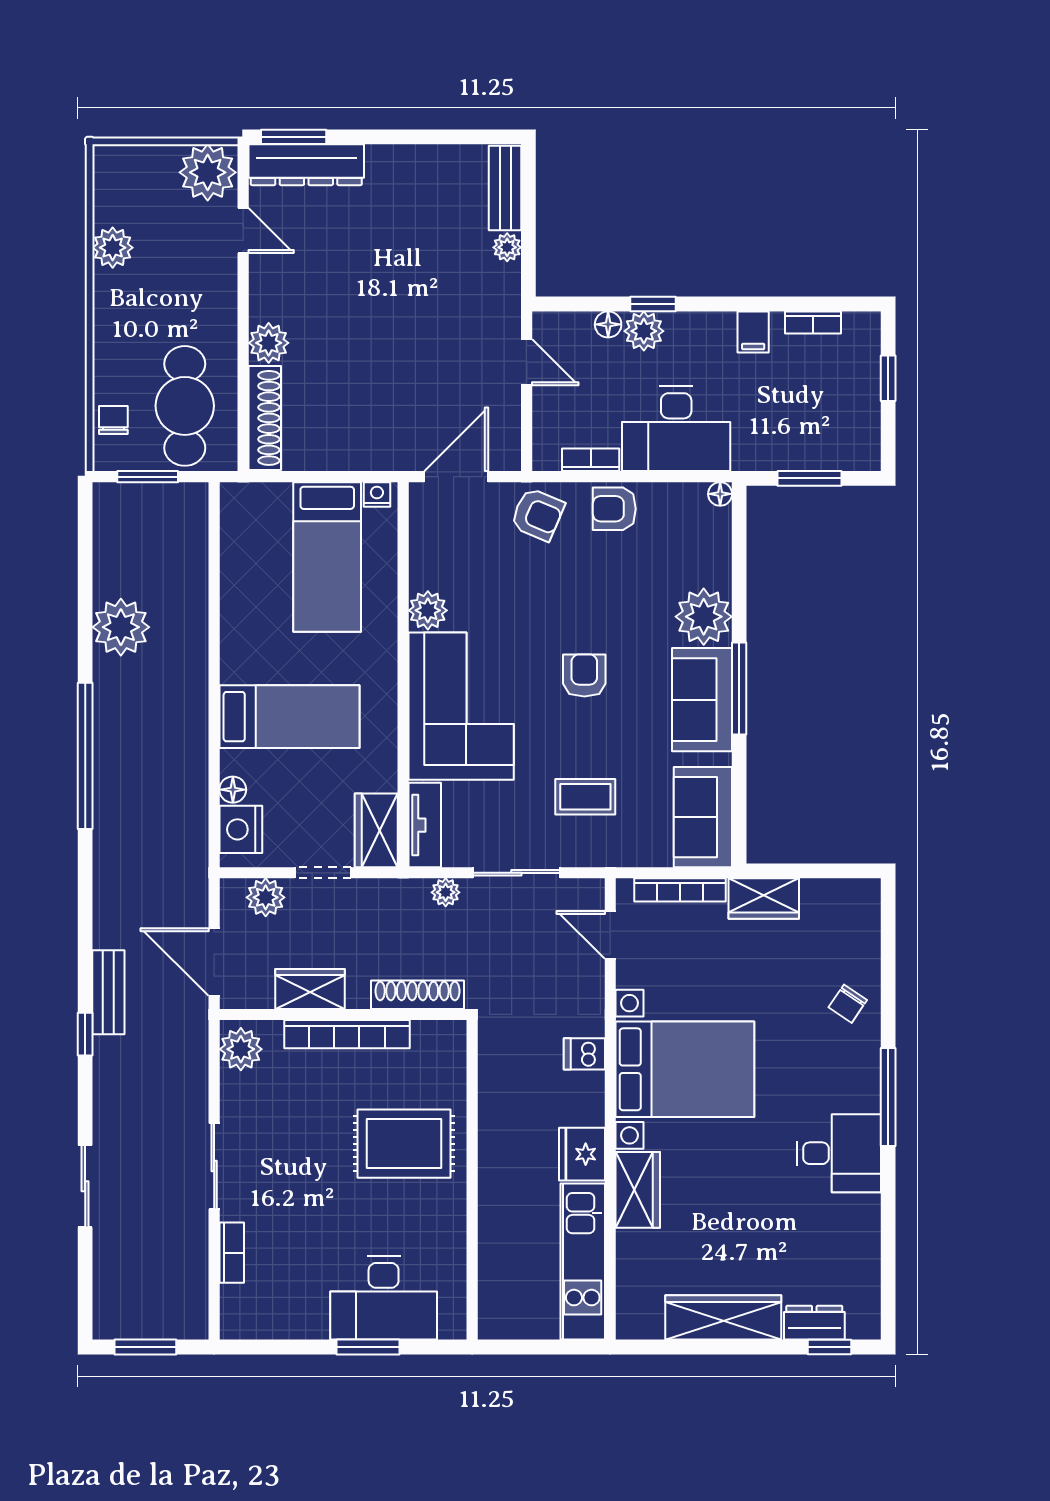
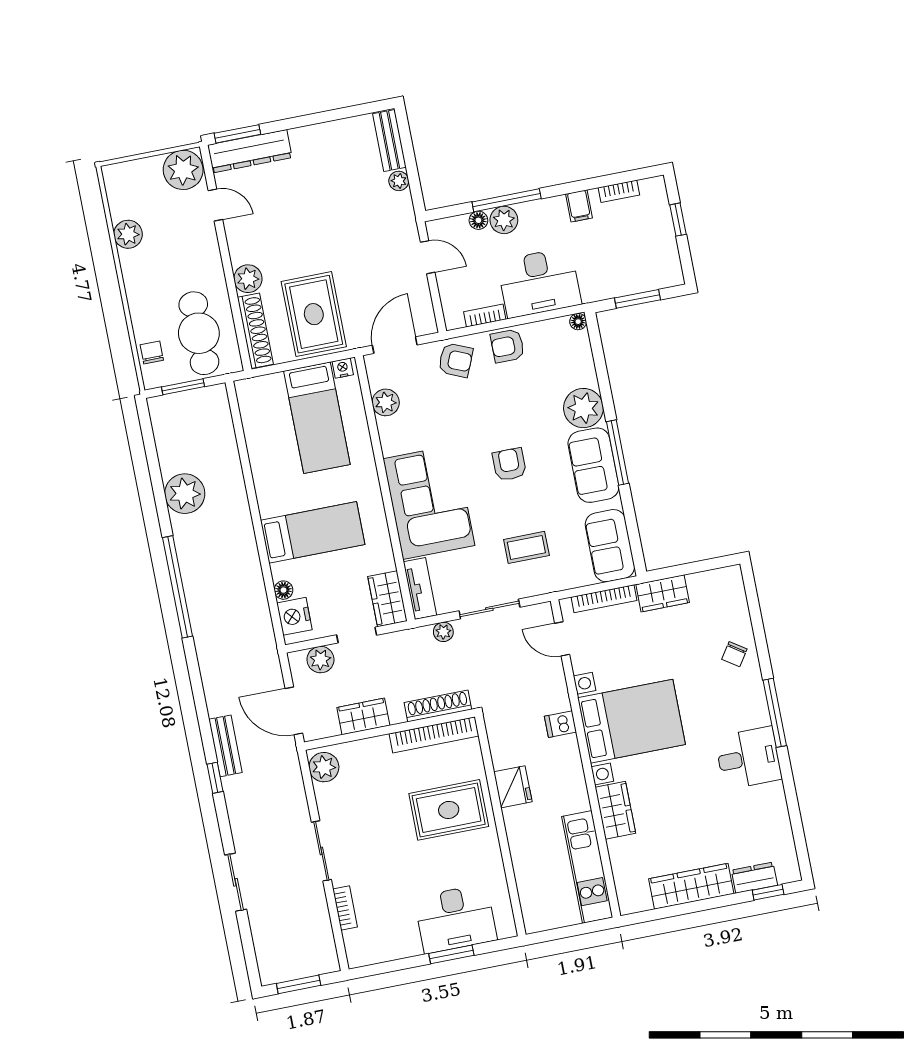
window: (653, 304) -> (507, 200), width x2.17
rug: (351, 411) -> (314, 314), added
plant: (428, 610) -> (386, 402), moved
bookcase: (347, 1034) -> (434, 735), moved
fridge: (582, 1154) -> (513, 787), moved, turned 180

